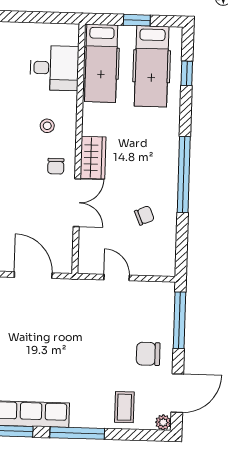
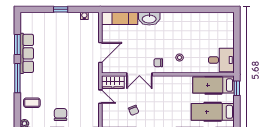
window: (137, 20) -> (237, 88), moved
desk: (54, 68) -> (221, 60), moved, turned -90
wardrobe: (93, 158) -> (113, 82), moved
door: (117, 278) -> (100, 97), hinge flipped

